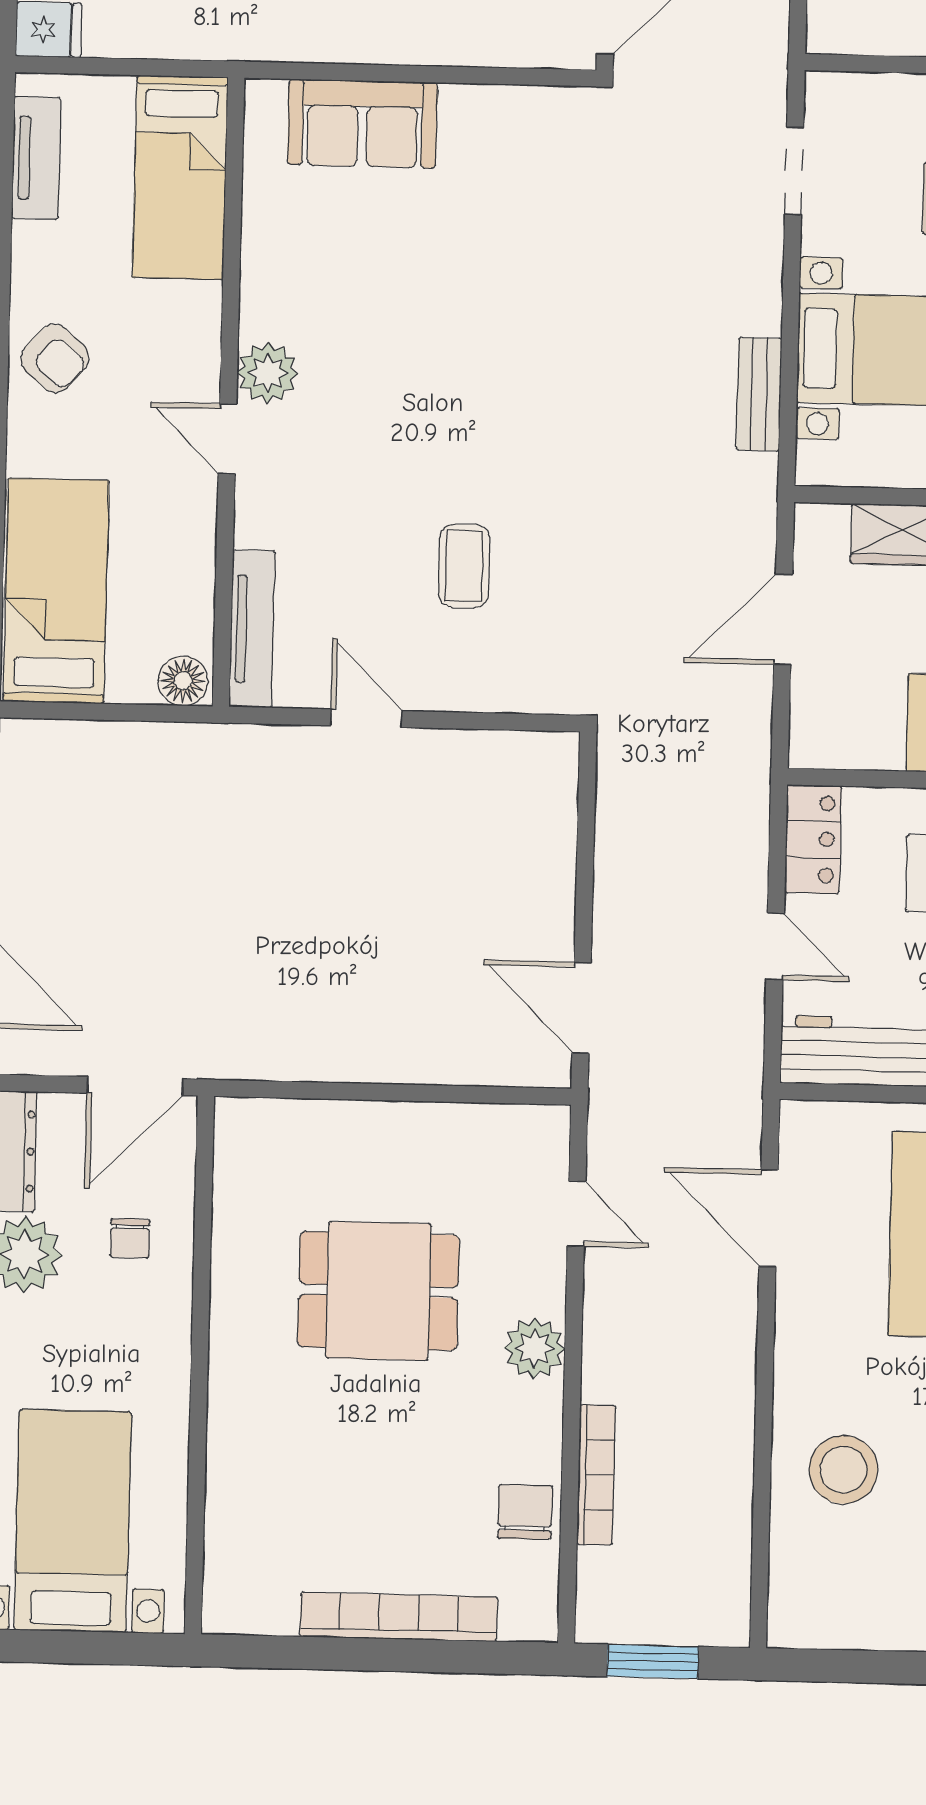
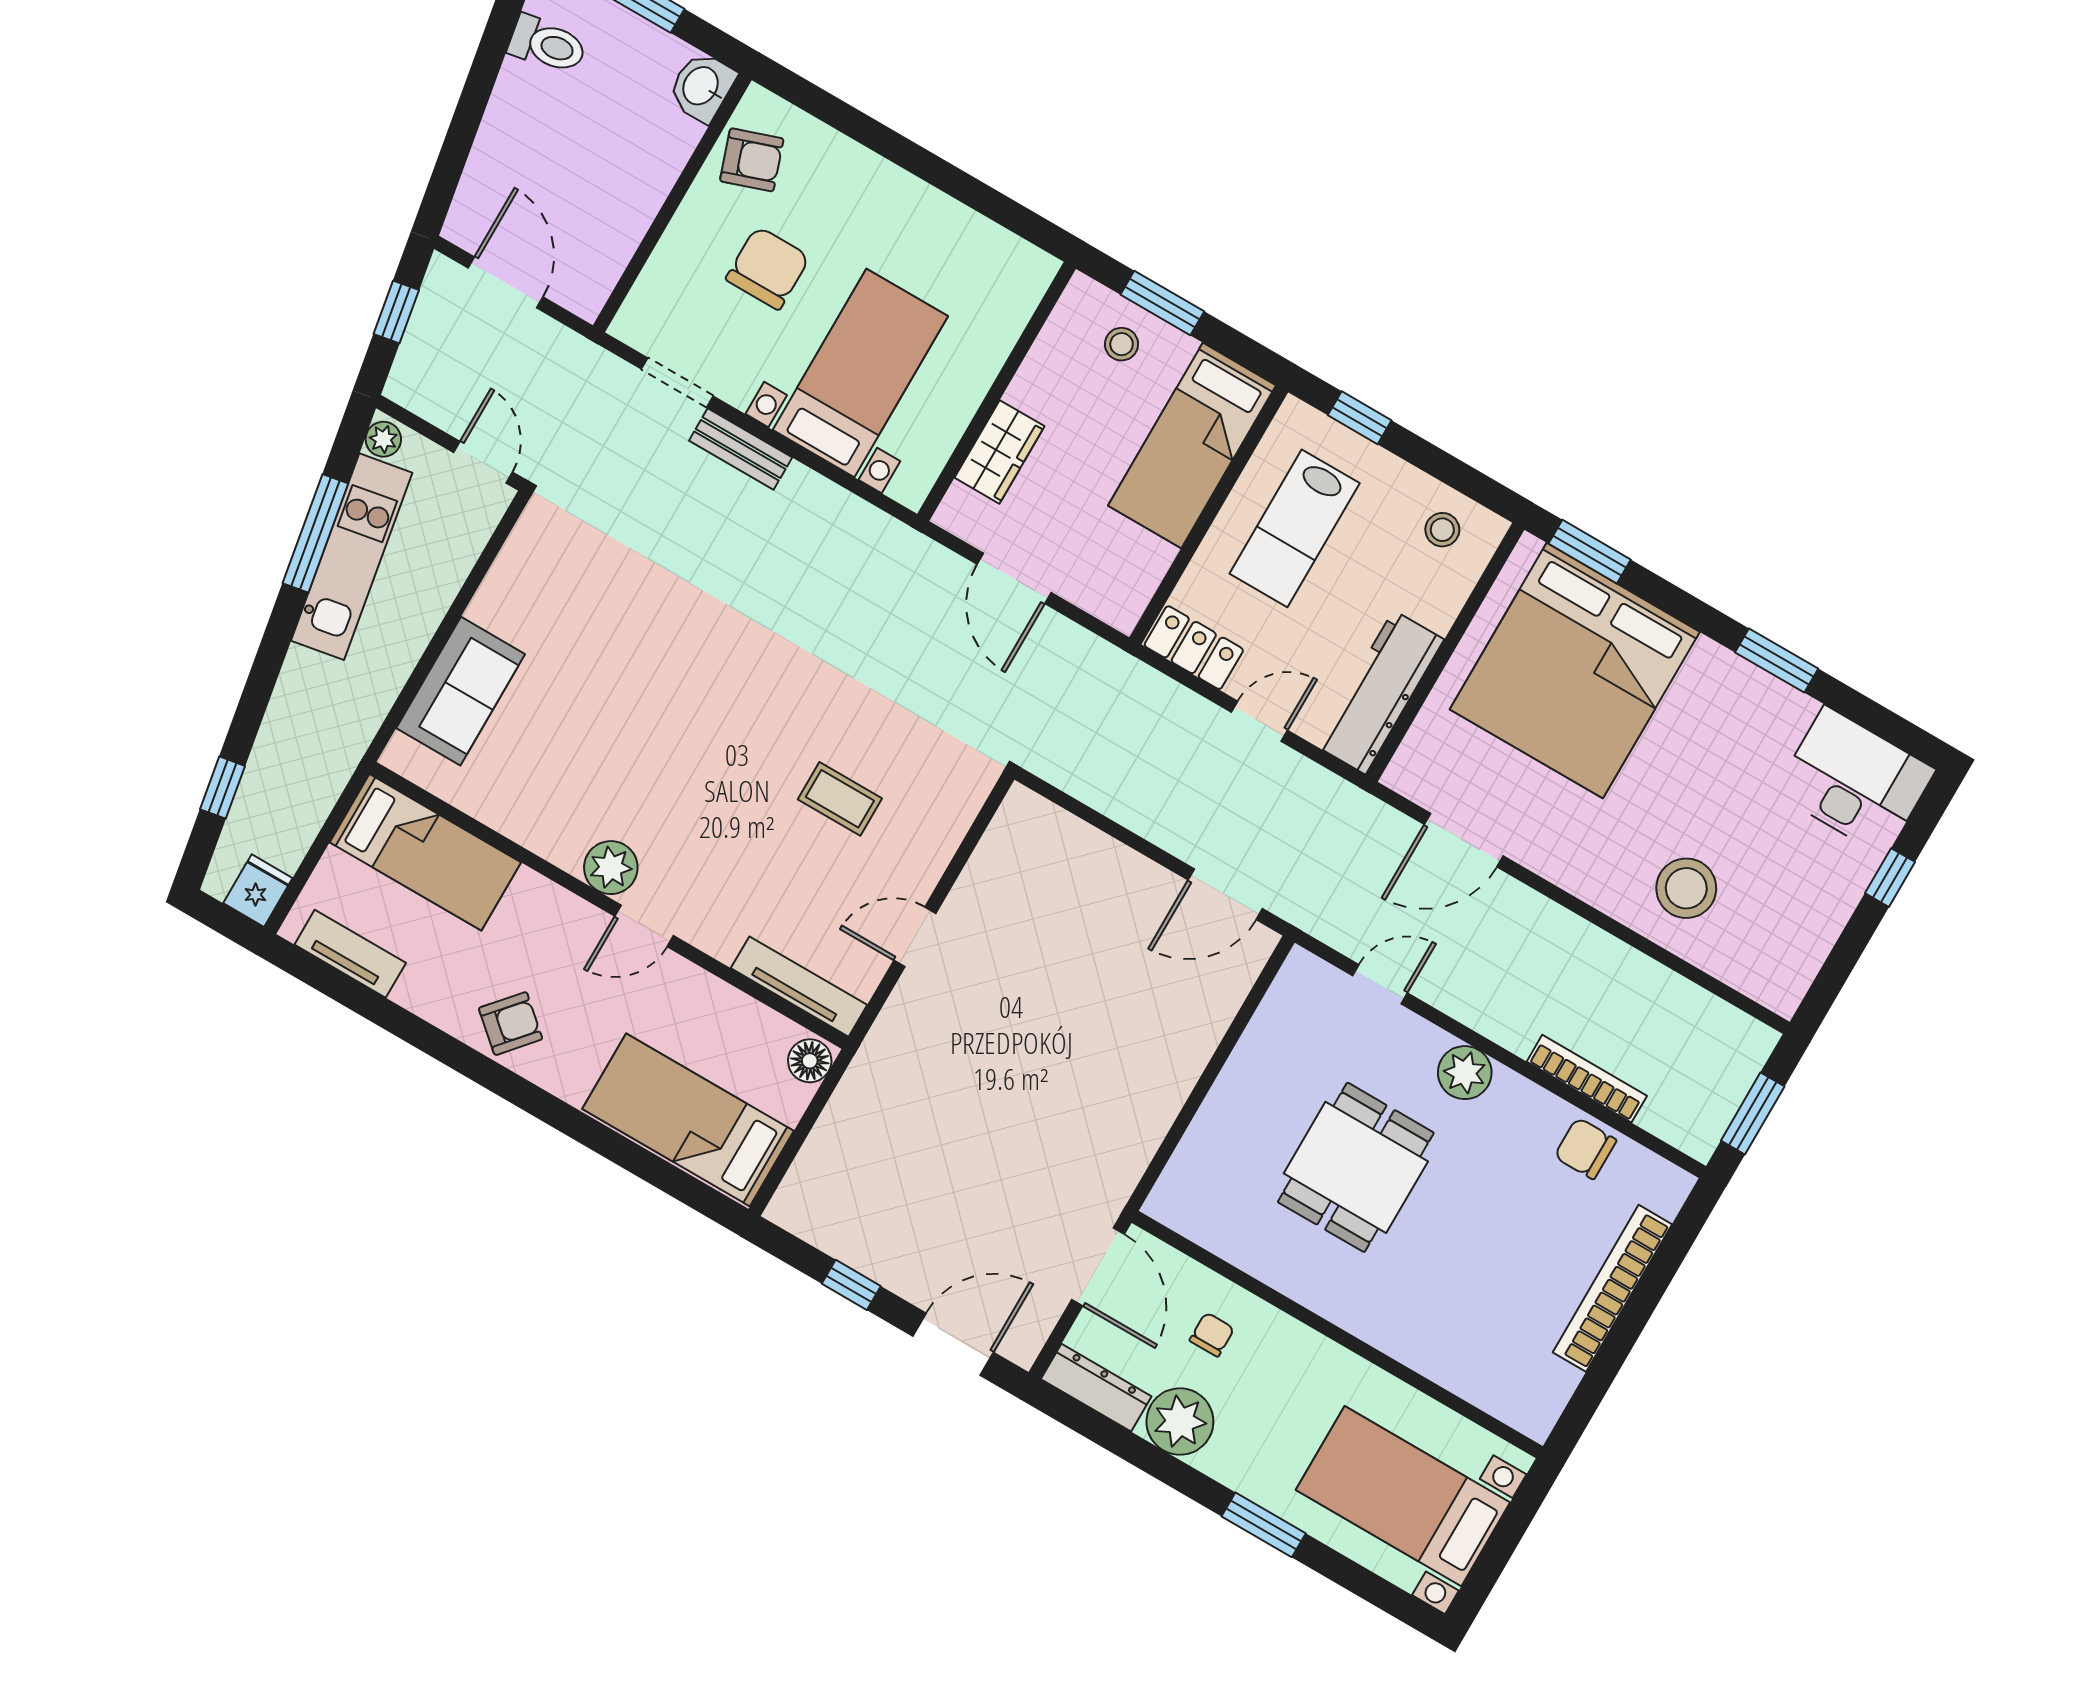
bench: (759, 394) -> (741, 449), moved
chair: (130, 1238) -> (1212, 1335), turned -90

